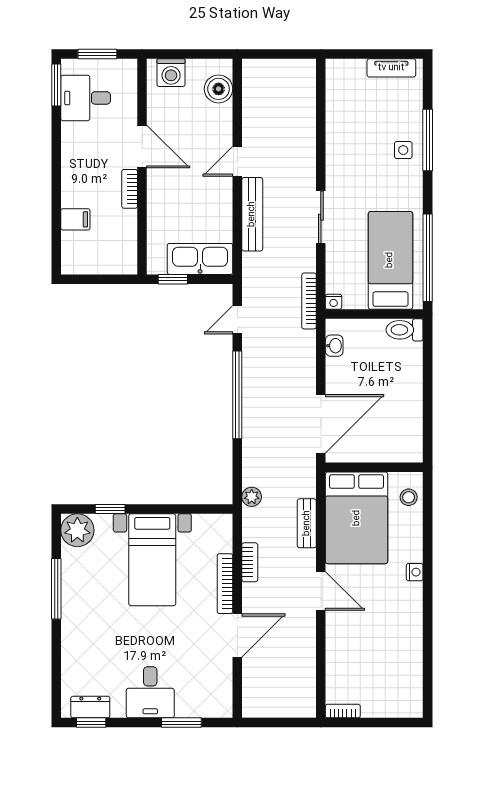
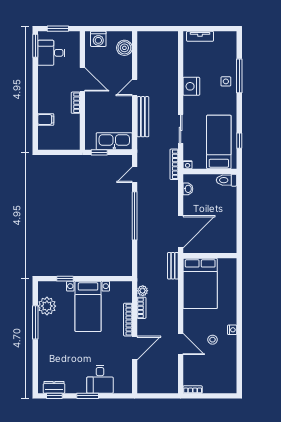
tv unit: (391, 68) -> (200, 36), moved
nightstand: (340, 159) -> (191, 86), added
sliding door: (321, 217) -> (181, 129), moved
window: (428, 258) -> (239, 141), width x0.32
plant: (252, 497) -> (143, 291), moved
stool: (409, 497) -> (213, 340), moved
bench: (307, 523) -> (173, 266), moved
plant: (77, 530) -> (47, 306), moved
nightstand: (415, 572) -> (232, 330), moved
door: (321, 591) -> (181, 344), moved
desk: (150, 692) -> (100, 379), moved
window: (181, 723) -> (88, 396), moved

